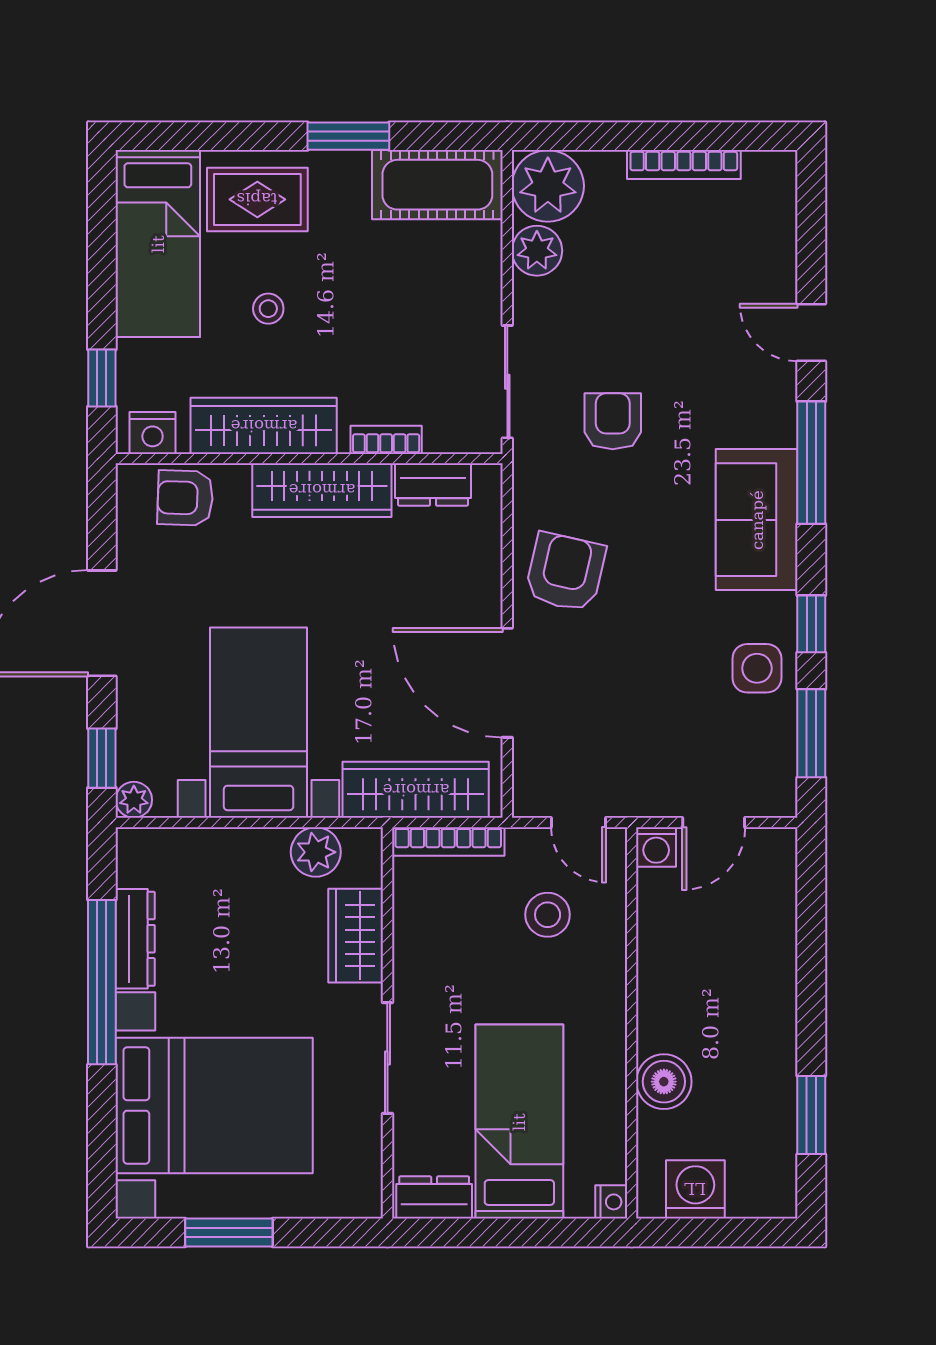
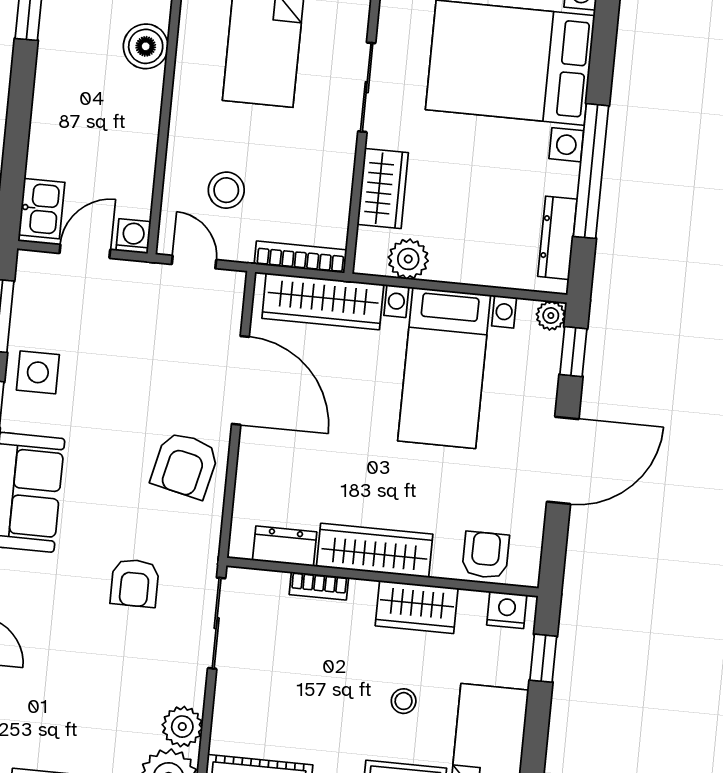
wardrobe: (264, 426) -> (417, 607), width x0.67
armchair: (185, 498) -> (486, 555), turned -92
kitchen sink: (772, 870) -> (42, 209), added
dresser: (135, 939) -> (557, 238), moved

